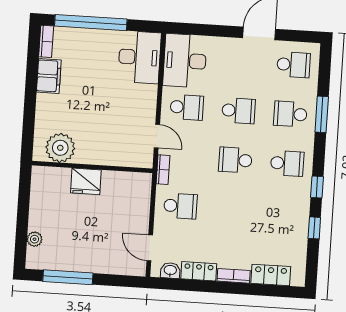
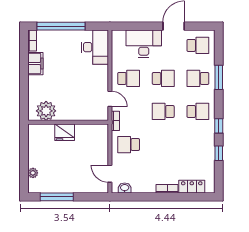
desk: (185, 61) -> (144, 44), moved, turned 90
school desk: (180, 206) -> (129, 145), turned 180
locker: (199, 271) -> (144, 187), removed

